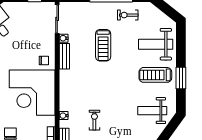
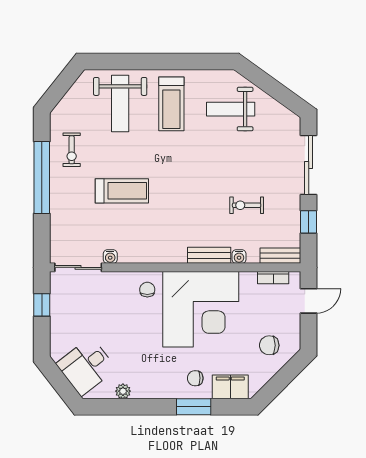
bench: (64, 56) -> (209, 255), moved
window: (181, 78) -> (176, 61), removed
weight bench: (152, 111) -> (231, 109), turned 90

